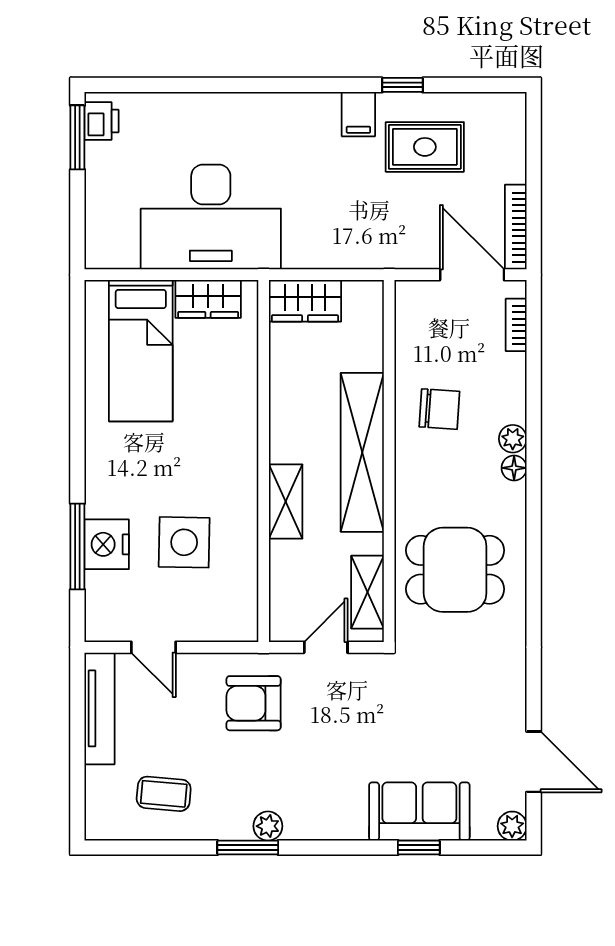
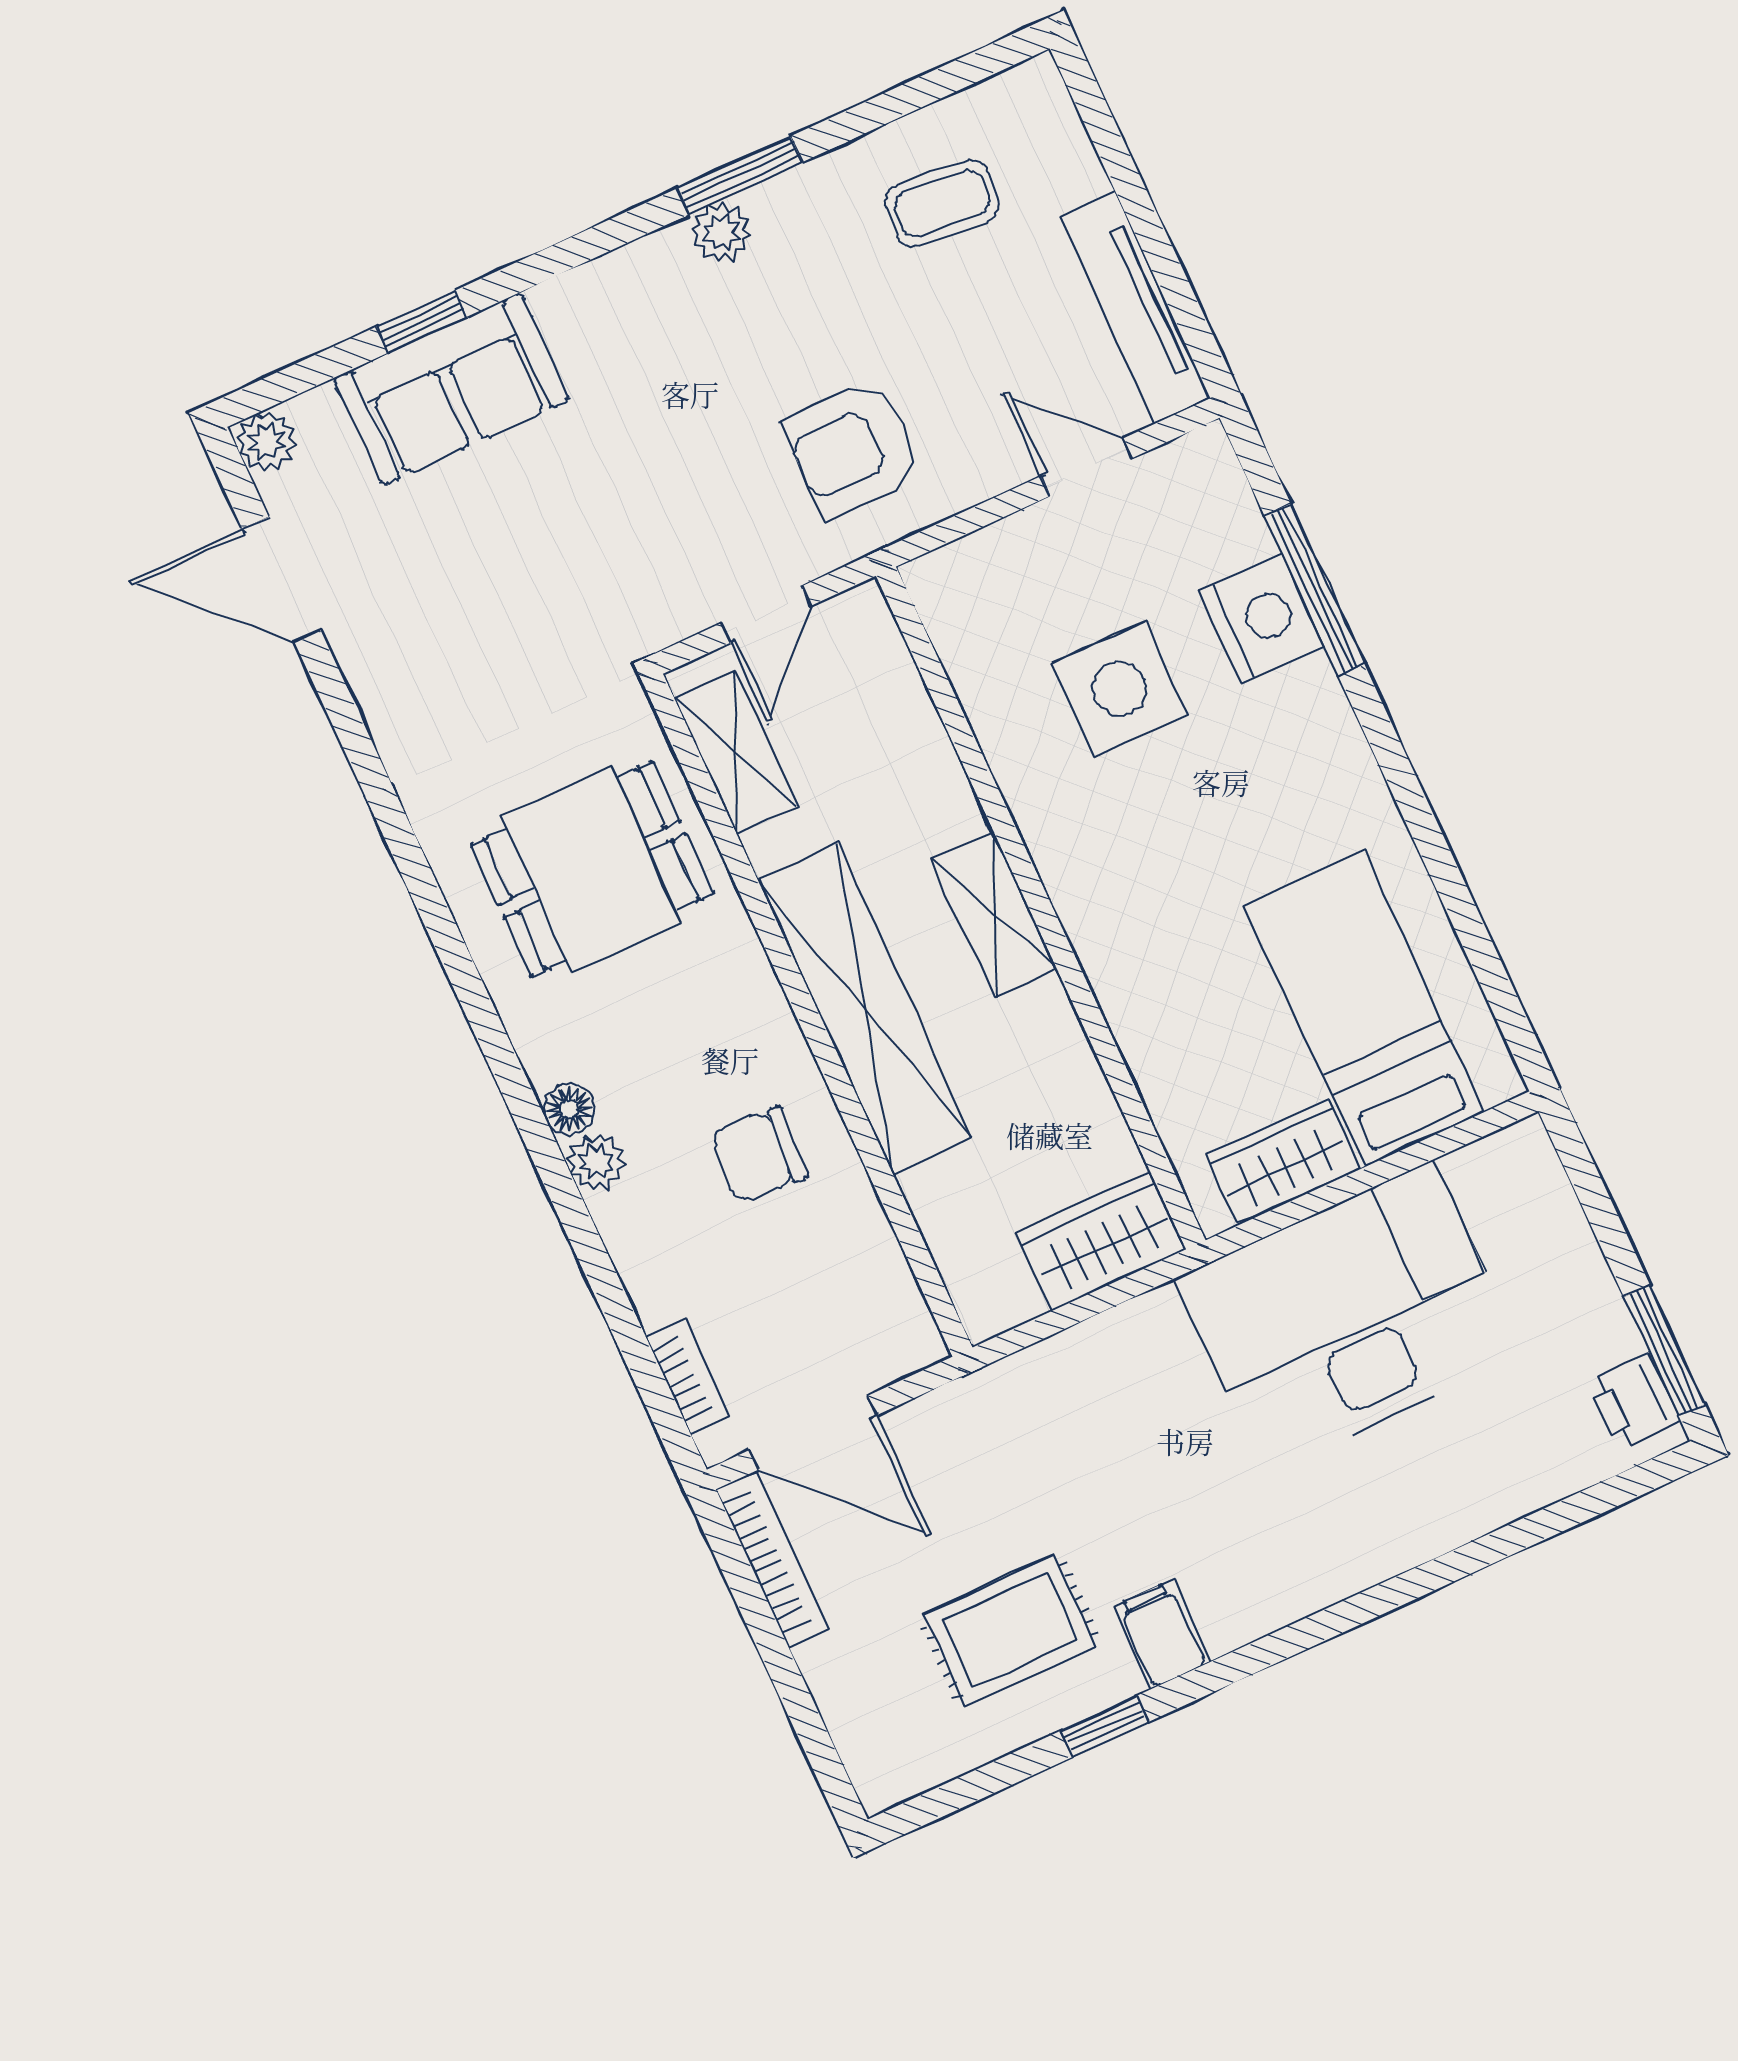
shelving: (286, 502) -> (994, 914), moved
armchair: (254, 703) -> (853, 449), turned 180

